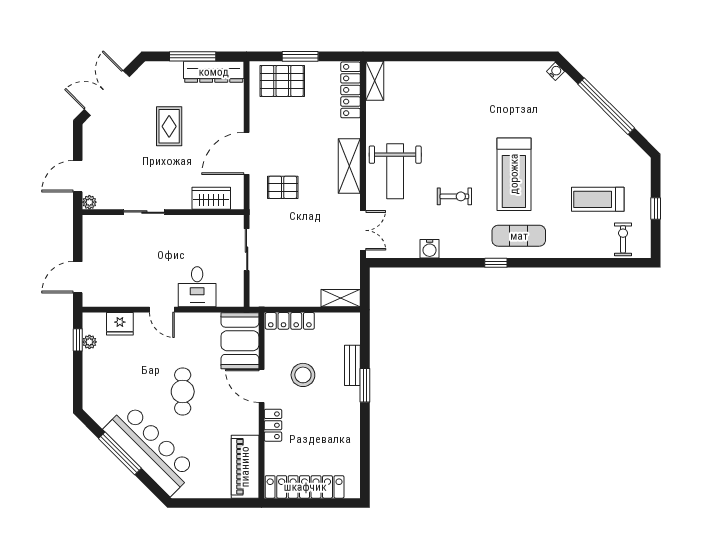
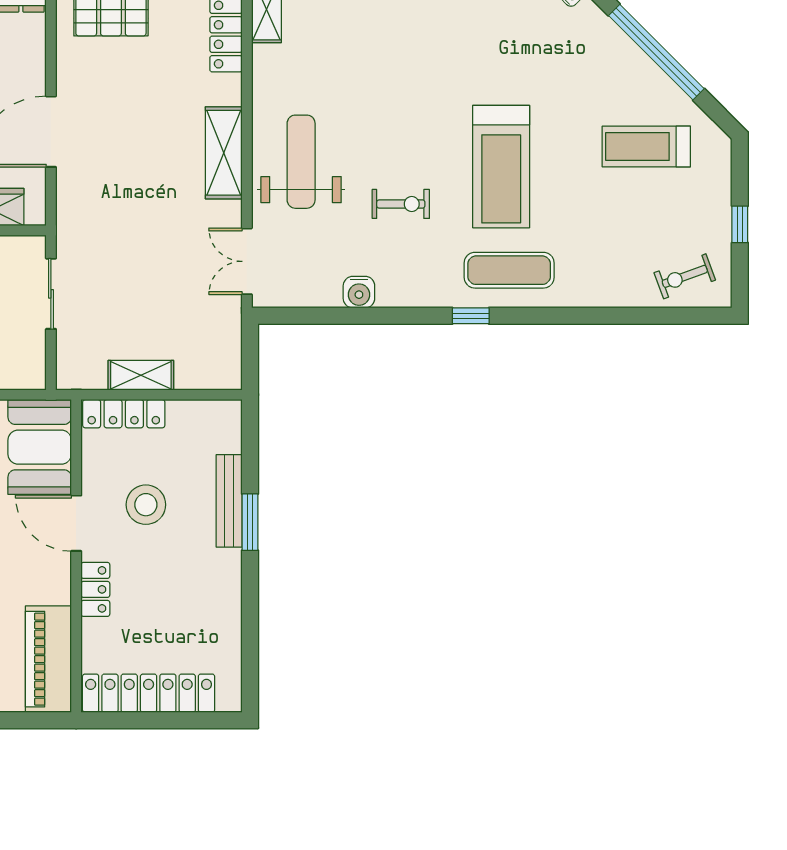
weight bench: (395, 171) -> (301, 162), turned 180
pallet: (283, 187) -> (112, 189), removed
treadmill: (598, 199) -> (646, 146), moved
double door: (363, 230) -> (247, 261), swing flipped
exercise bike: (623, 239) -> (685, 276), turned -110
shelving: (341, 298) -> (141, 375), moved
bench: (352, 365) -> (229, 501), width x1.36

